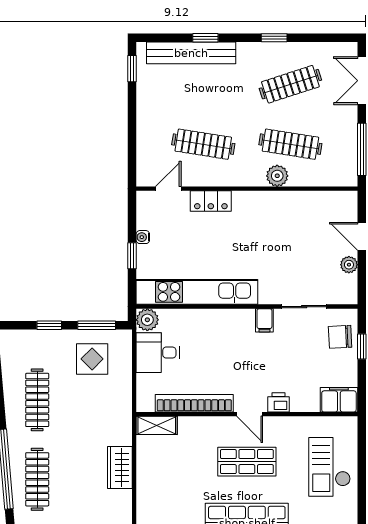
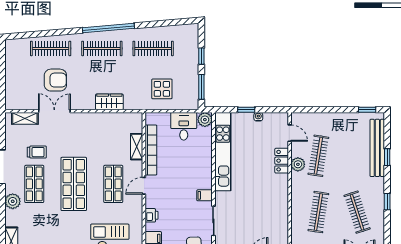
plant: (277, 176) -> (298, 164), moved
display table: (92, 359) -> (162, 89), moved
printer: (279, 402) -> (152, 215), moved
shelving: (157, 425) -> (137, 147), moved

